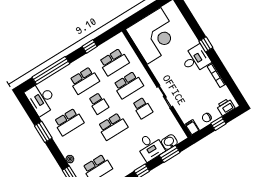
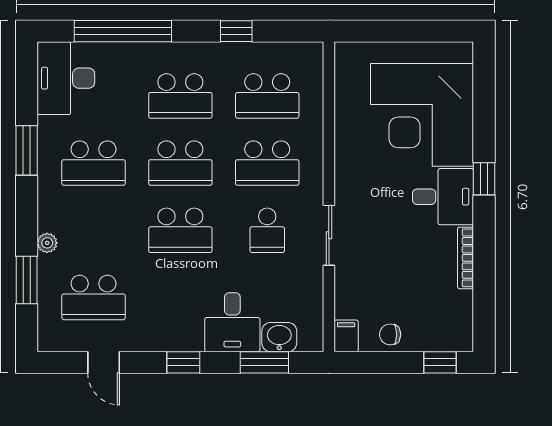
corner desk: (154, 36) -> (422, 115), moved, turned 90
school desk: (99, 103) -> (180, 163), width x1.85
printer: (226, 107) -> (444, 336), removed
window: (218, 124) -> (440, 362), moved

